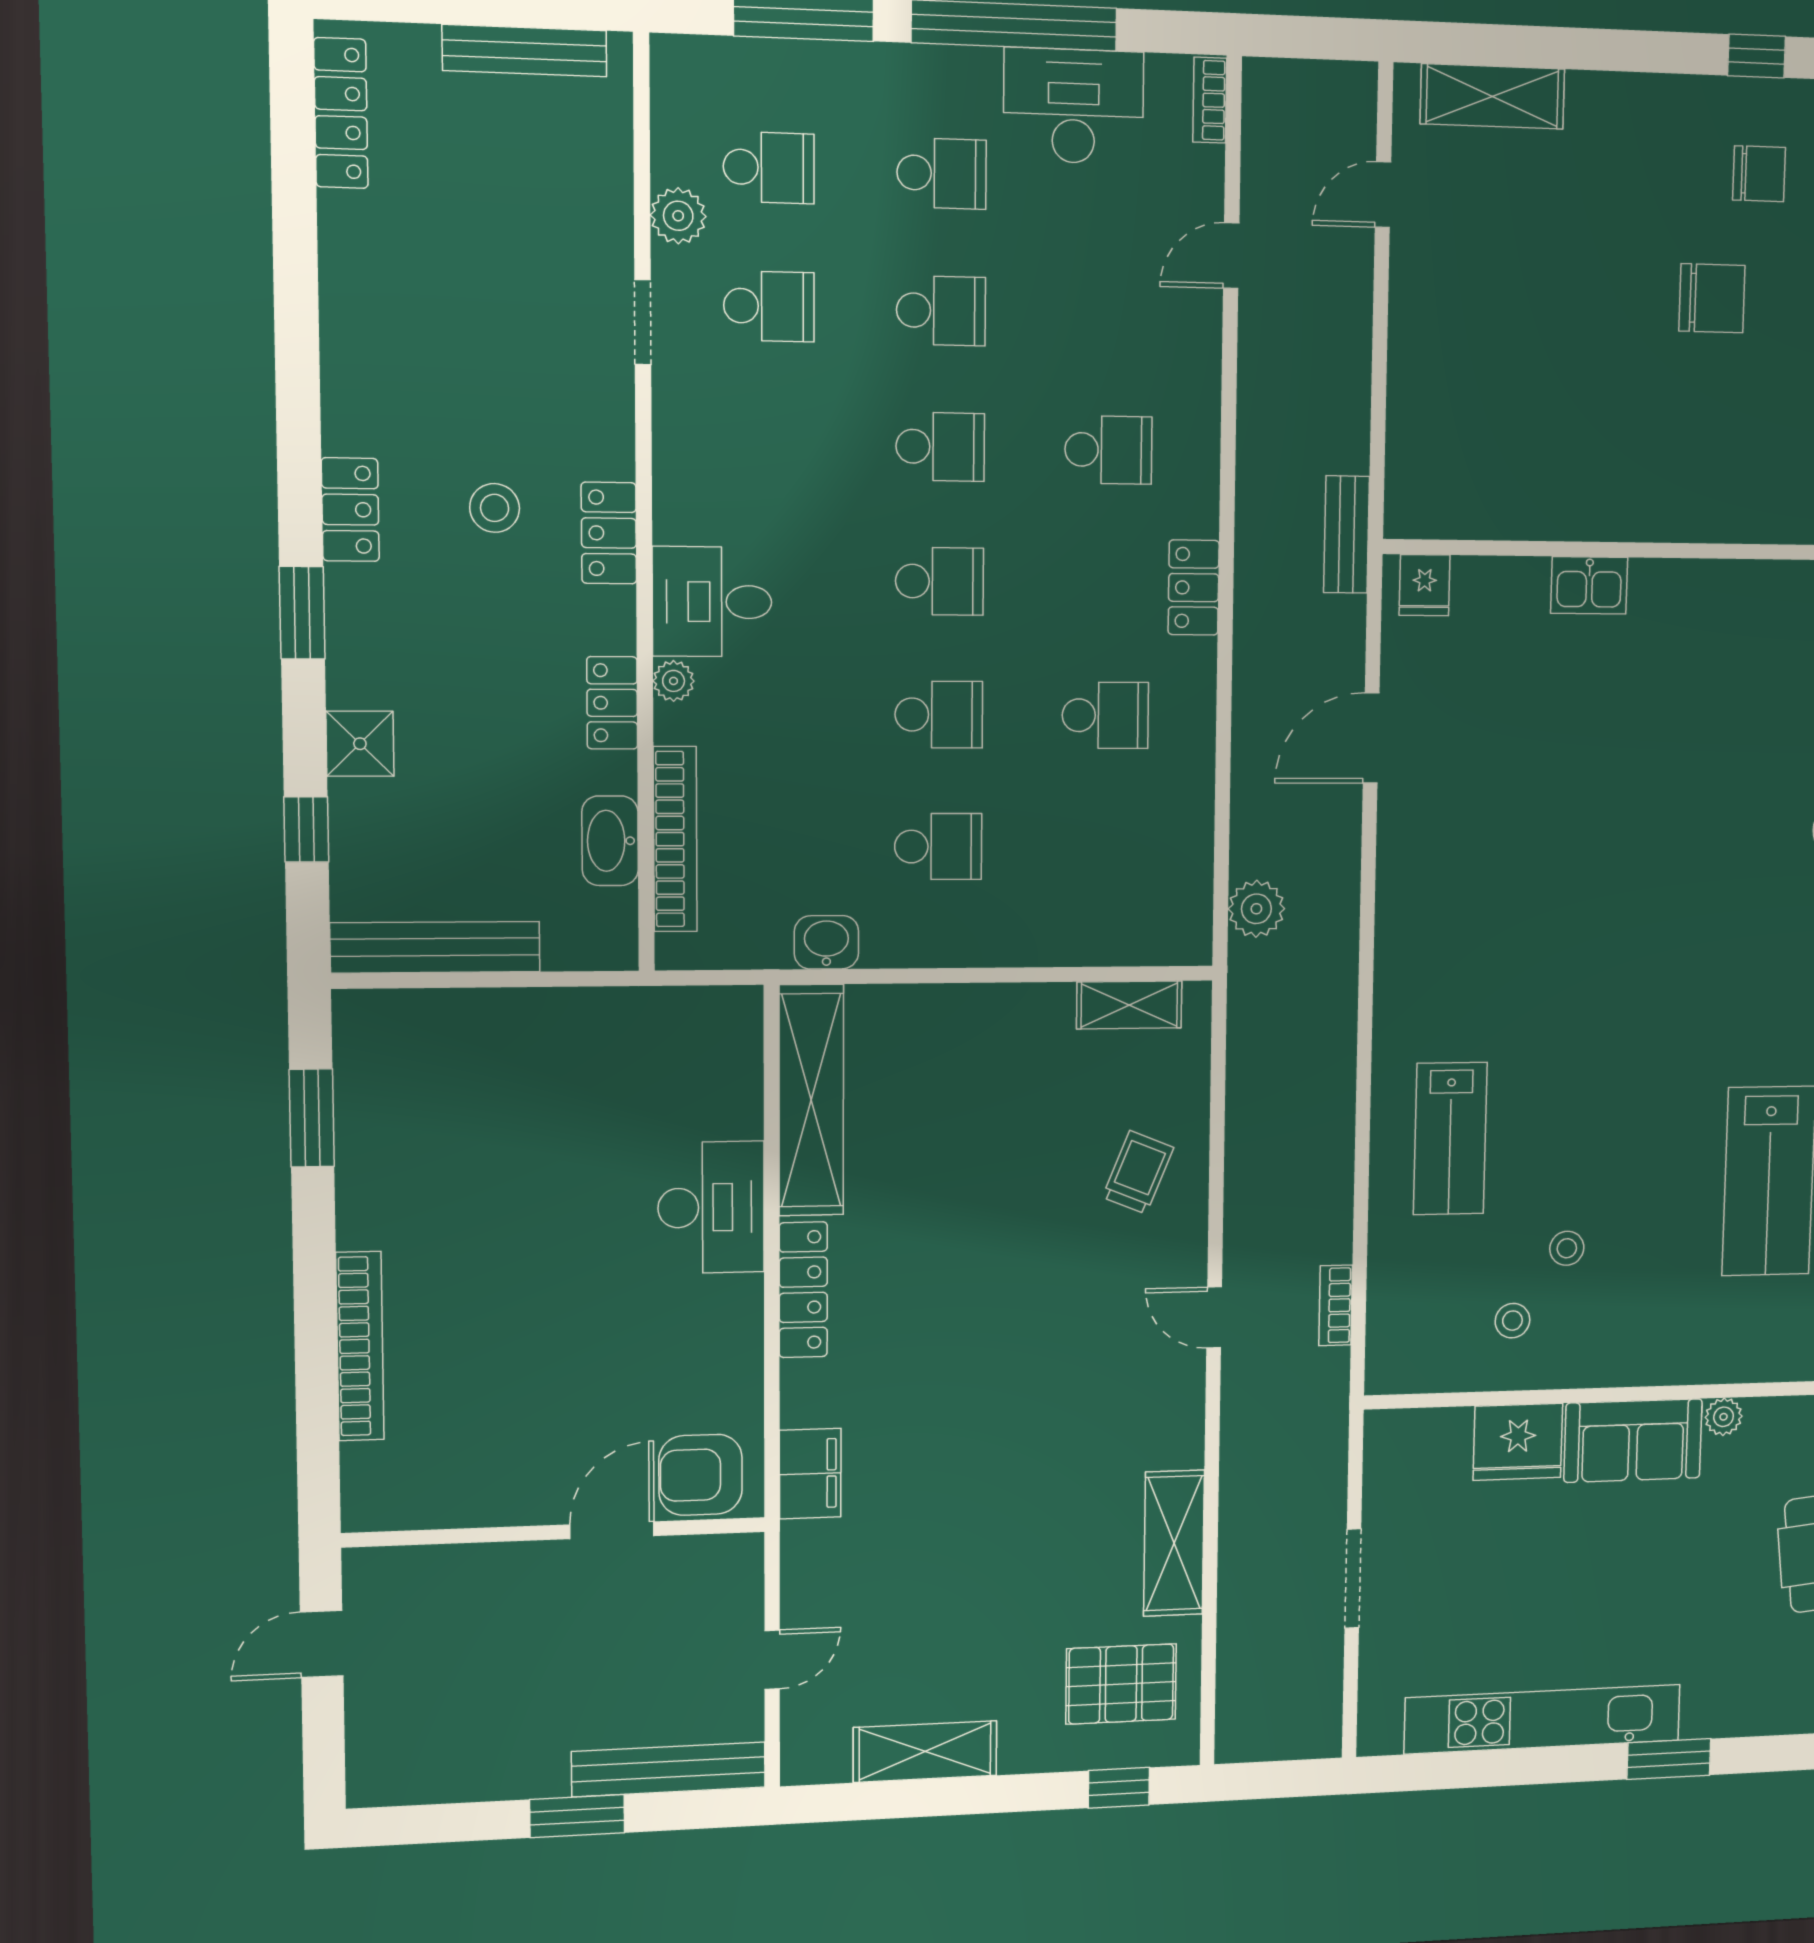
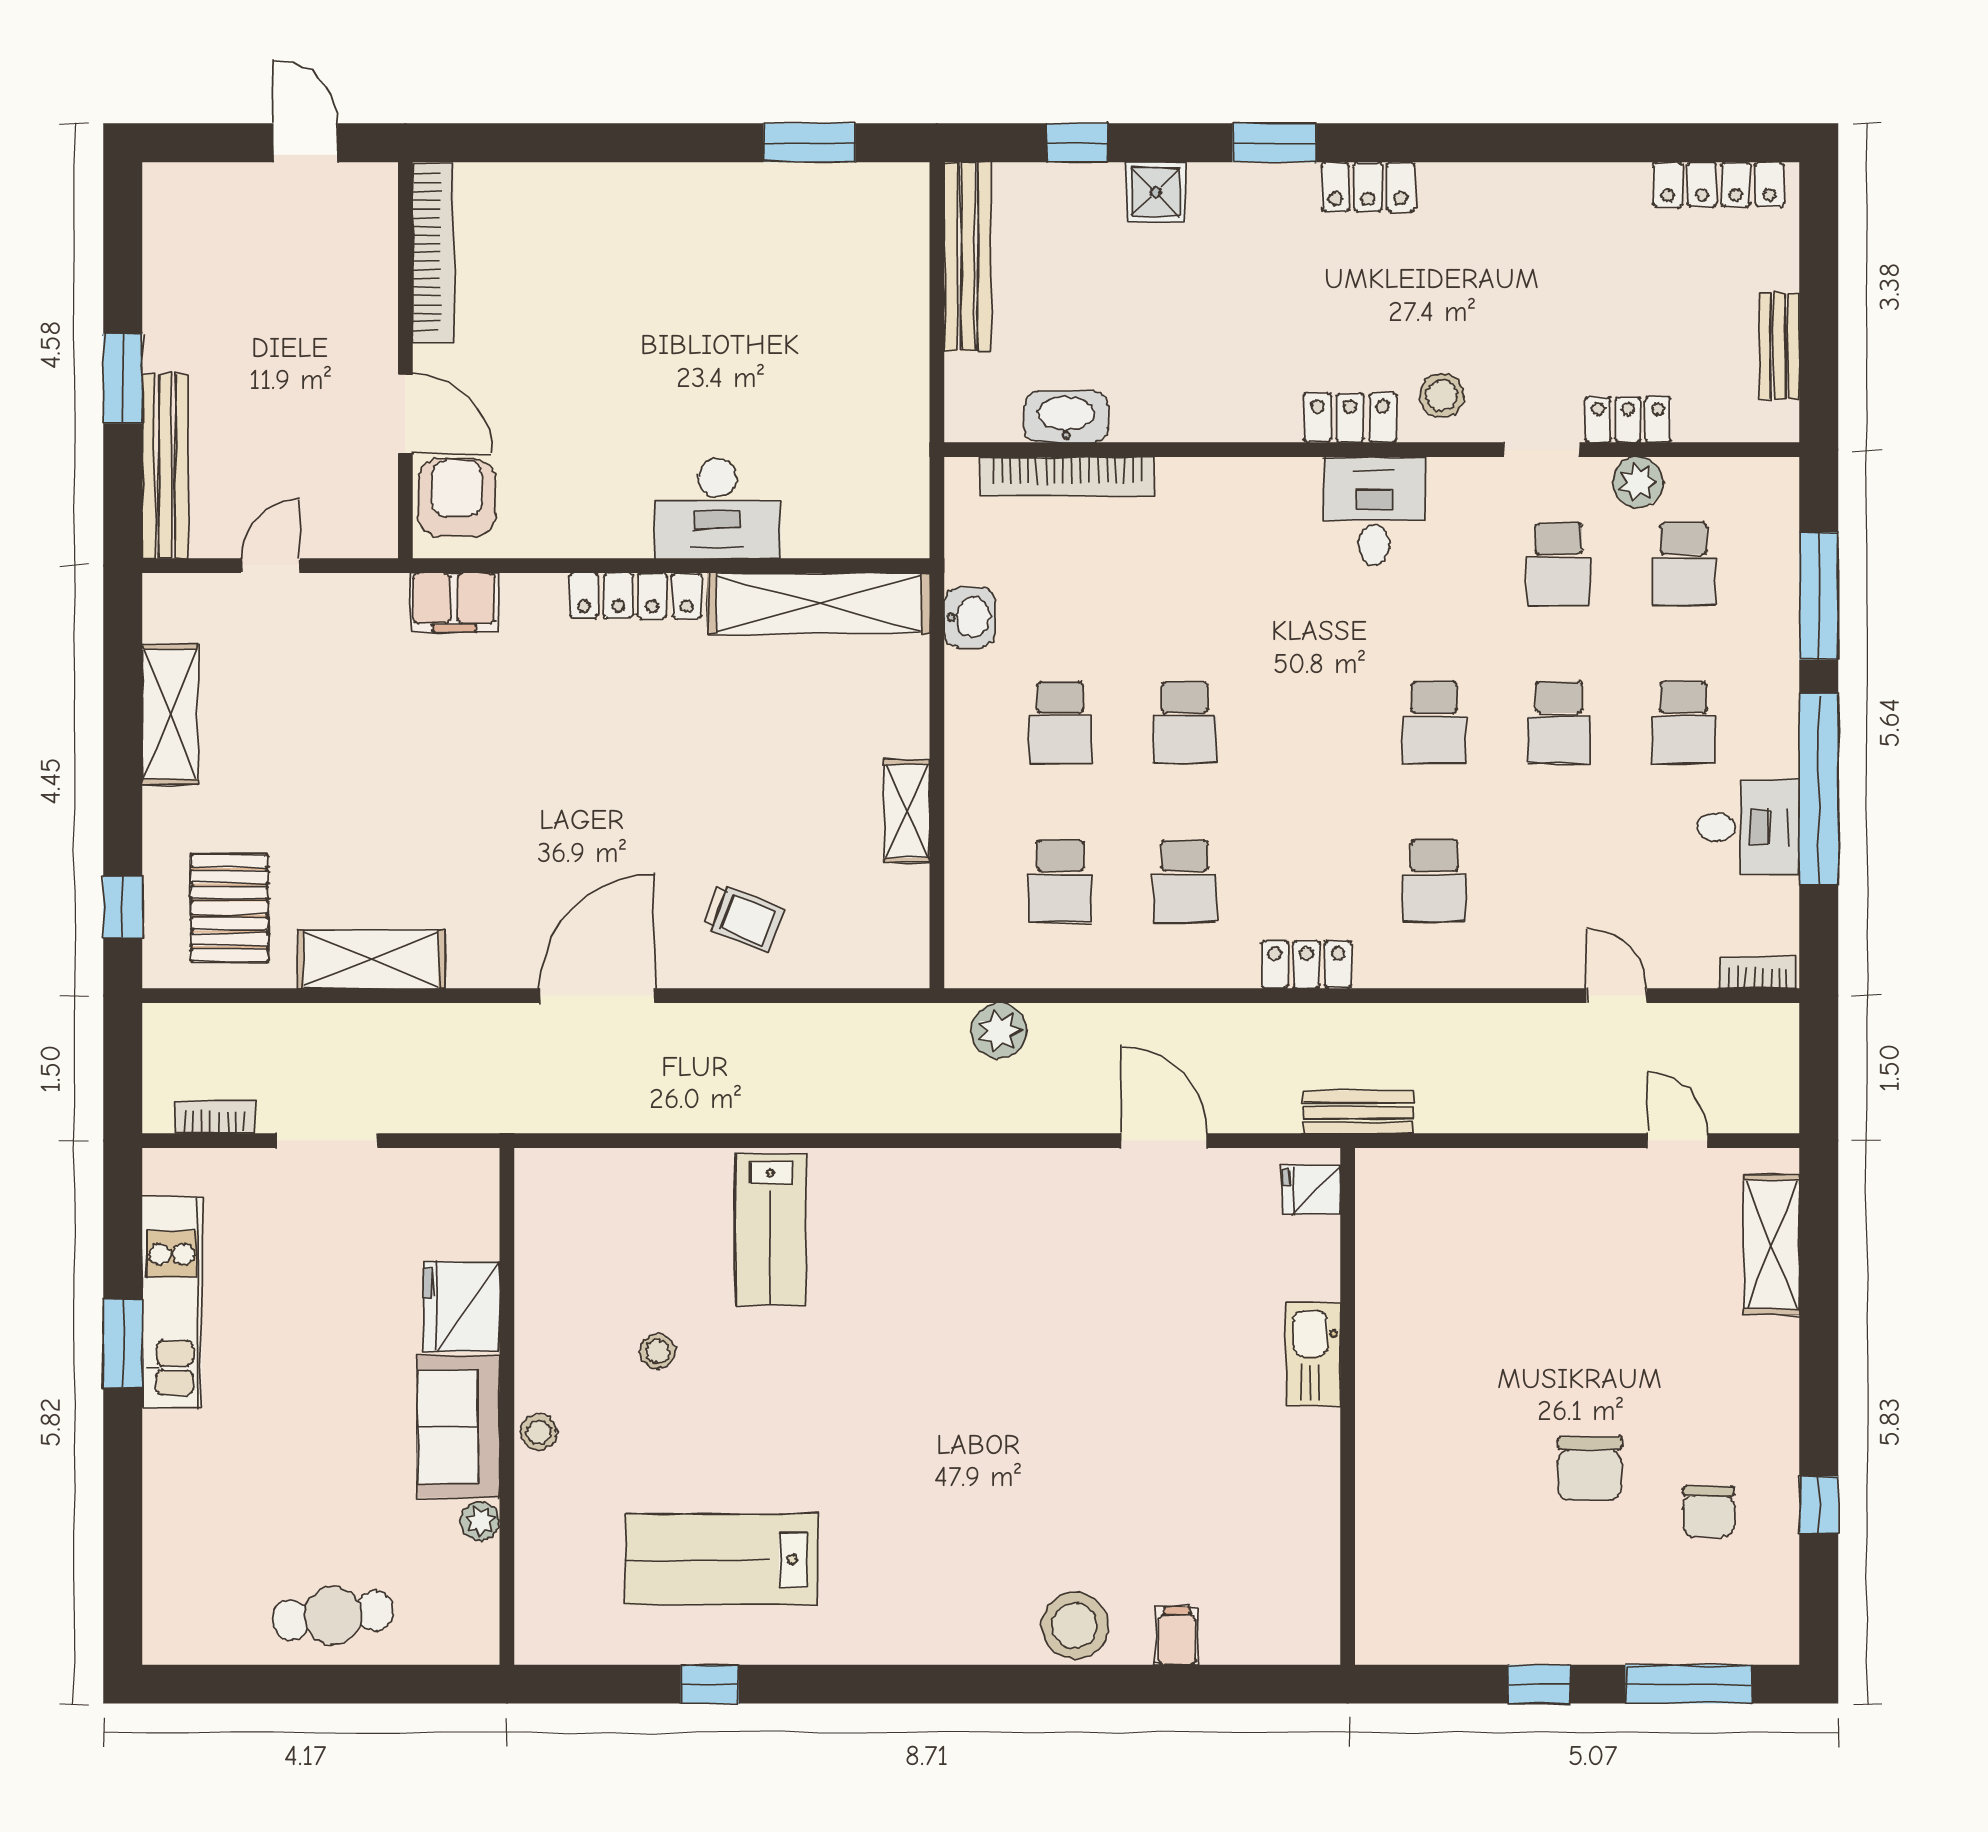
bench: (525, 51) -> (1779, 346), width x0.73
desk: (1074, 106) -> (1748, 827), width x0.73
stool: (495, 508) -> (1442, 396), moved
school desk: (940, 581) -> (1060, 881), moved
kitchen sink: (1589, 585) -> (1313, 1354), width x1.38
desk: (712, 602) -> (1374, 511), moved
plant: (674, 681) -> (1215, 476), removed
locker: (612, 703) -> (1628, 420), moved
shelving: (1129, 1005) -> (907, 811), moved
lab bench: (1450, 1139) -> (771, 1229), turned -90
bookcase: (1336, 1305) -> (215, 1117), moved
door: (1214, 1317) -> (597, 996), width x1.87
stool: (1512, 1321) -> (539, 1432), moved
bookcase: (360, 1346) -> (433, 252), moved, turned -90
door: (772, 1660) -> (270, 566), swing flipped
kitchen unit: (1543, 1719) -> (172, 1303), width x0.73
window: (1669, 1759) -> (123, 1343), moved

